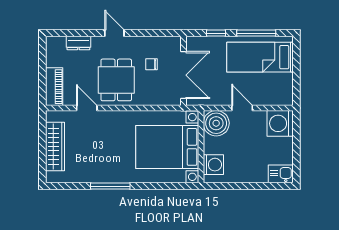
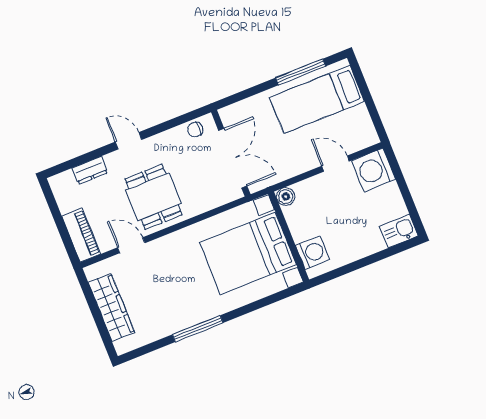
window: (216, 33) -> (252, 92), removed
chair: (152, 64) -> (195, 129), moved
door: (242, 108) -> (335, 164), moved
boiler: (216, 123) -> (286, 197), width x0.54, depth x0.54

